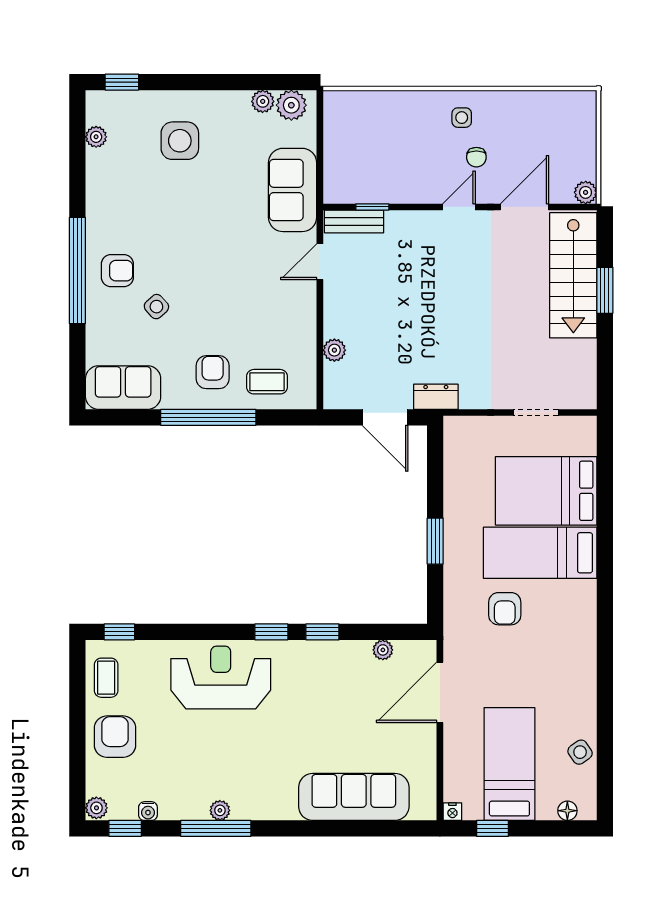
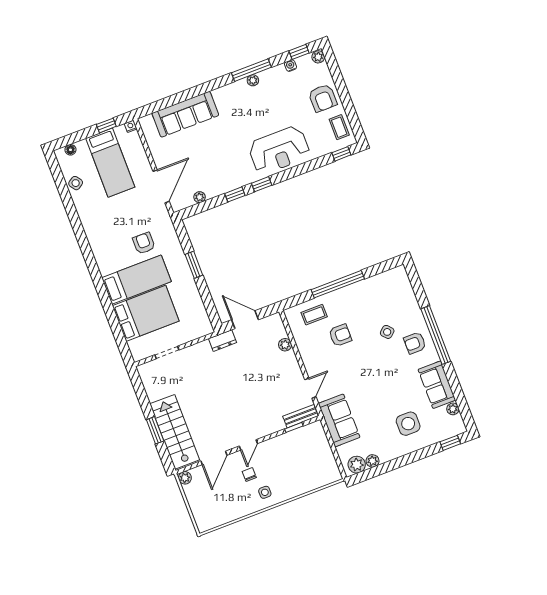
armchair: (213, 372) -> (340, 335), moved, turned -90
sofa: (123, 388) -> (437, 385), moved, turned 90

